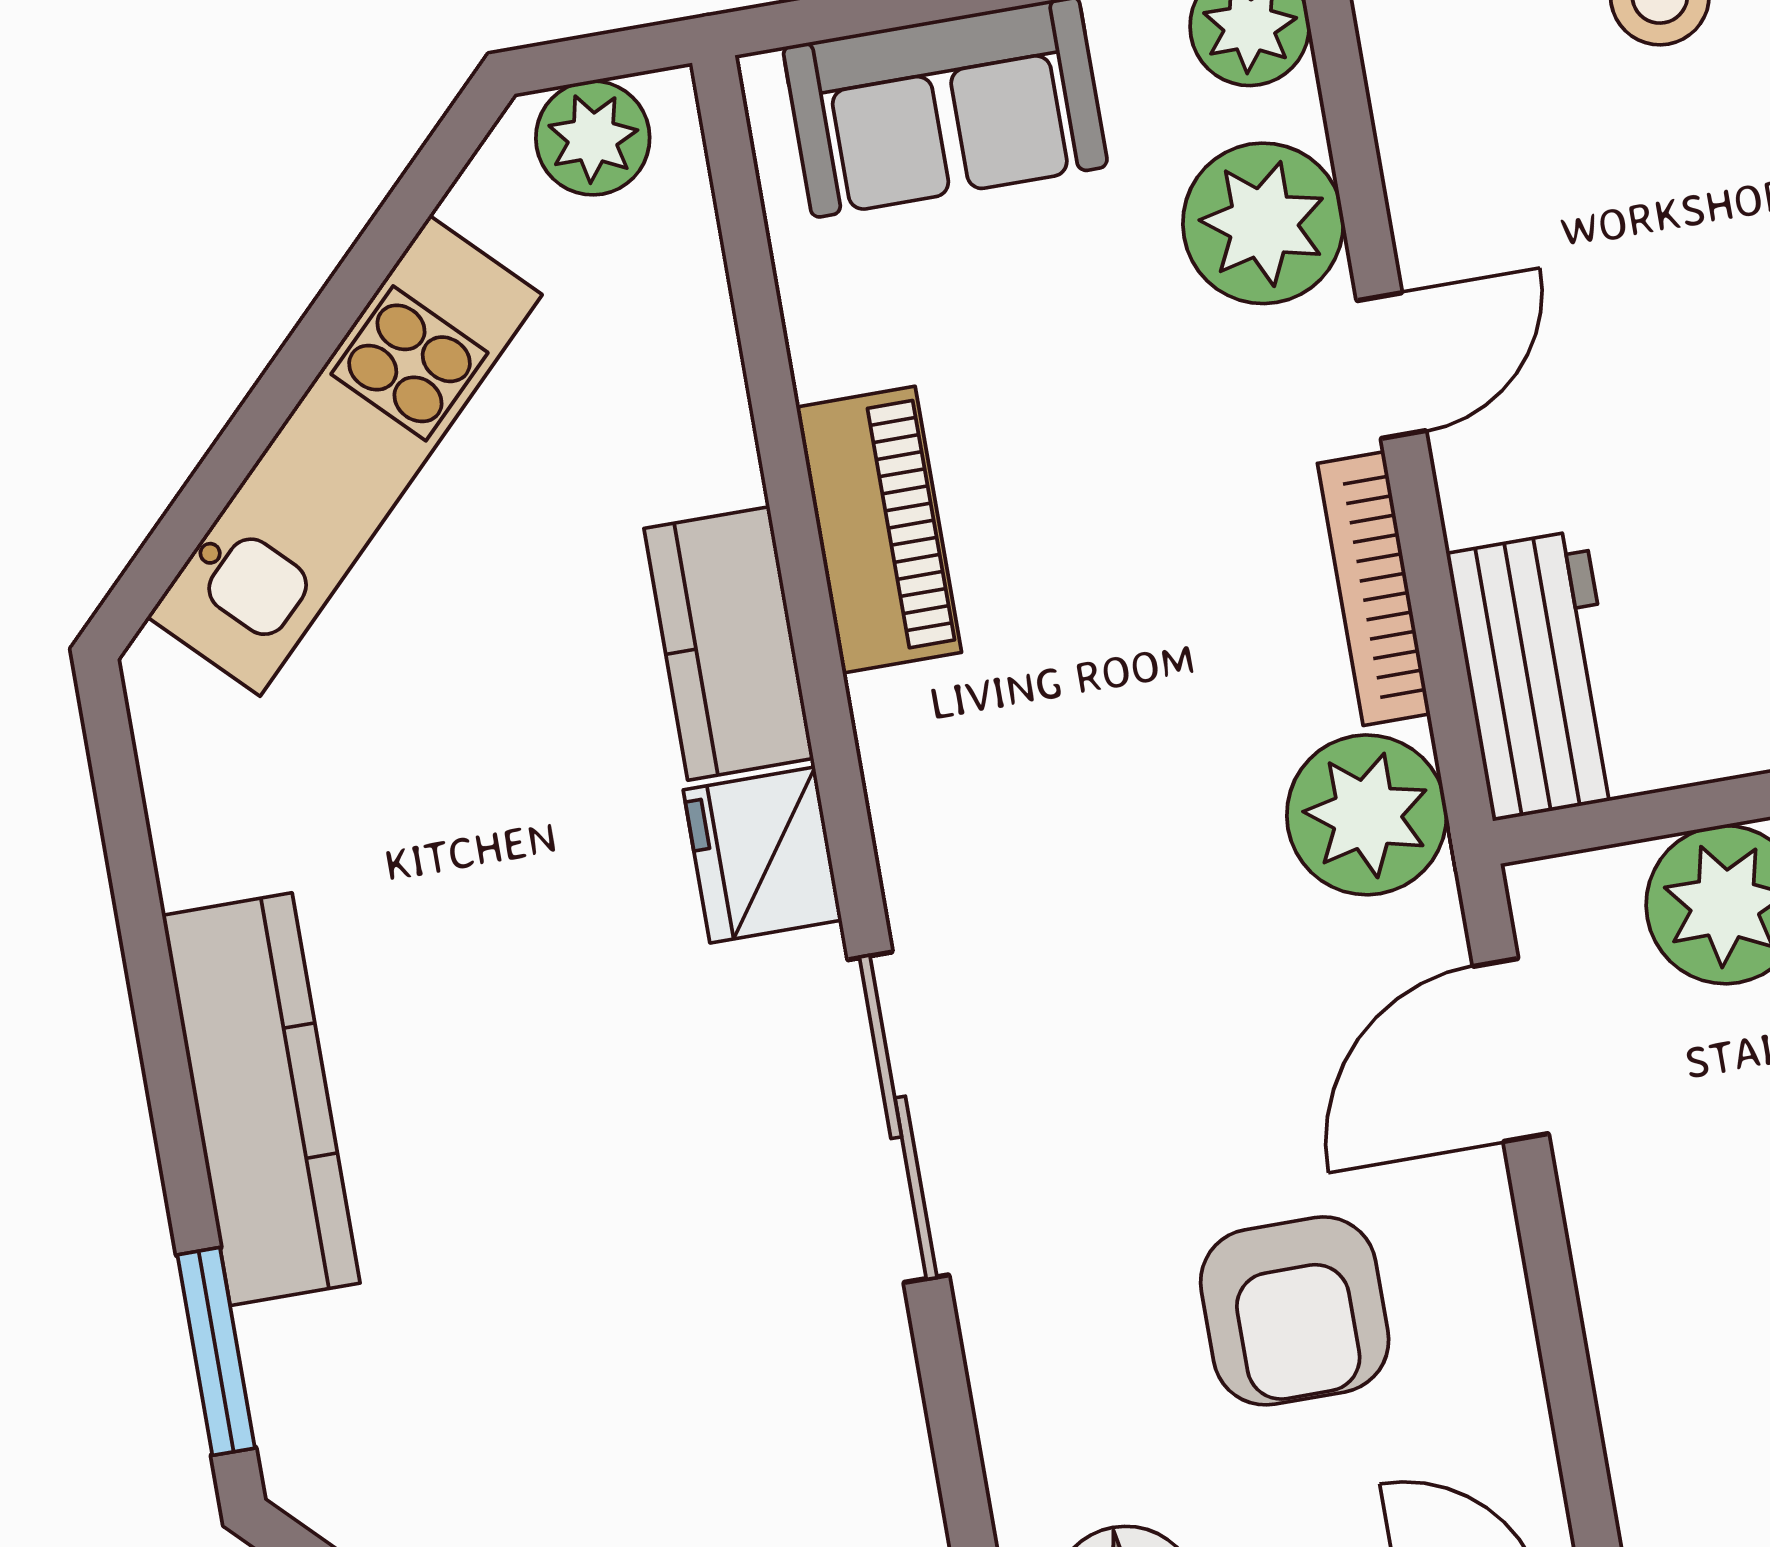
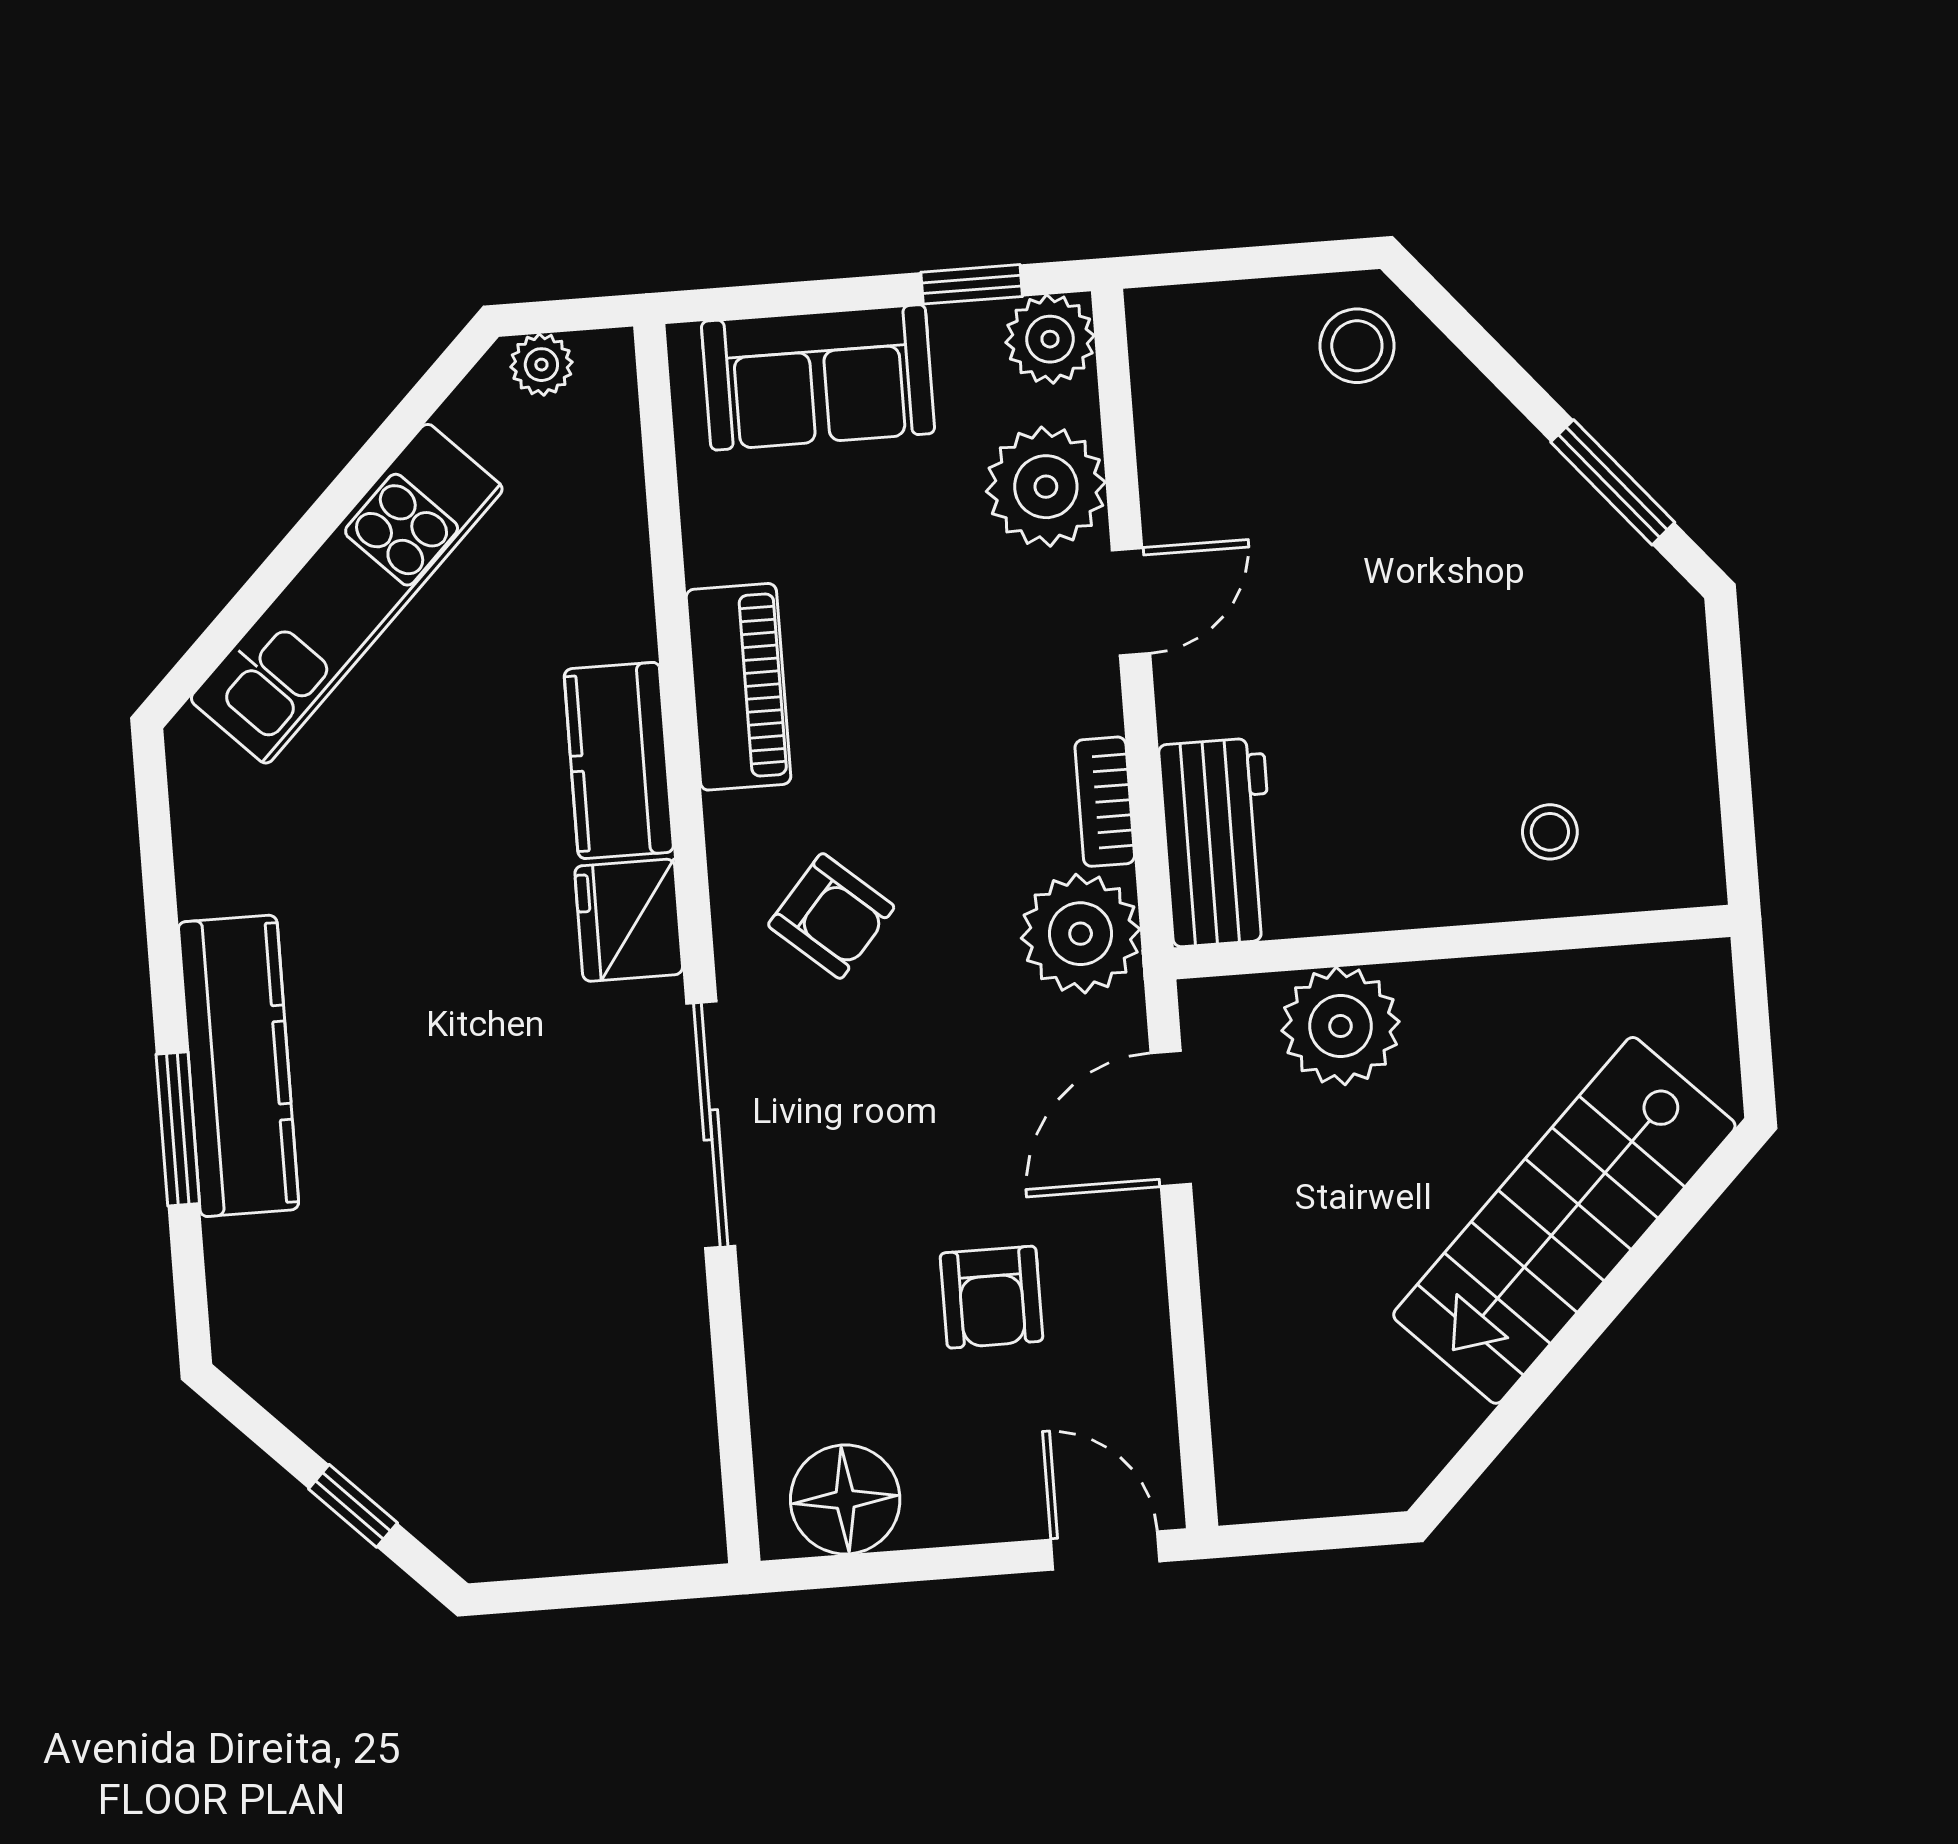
plant: (593, 138) -> (541, 365), width x0.73, depth x0.73
bookcase: (1374, 589) -> (1105, 802), width x0.64
armchair: (1032, 823) -> (831, 916), added
armchair: (1295, 1311) -> (991, 1297), width x0.72, depth x0.72
window: (216, 1351) -> (178, 1129), moved

